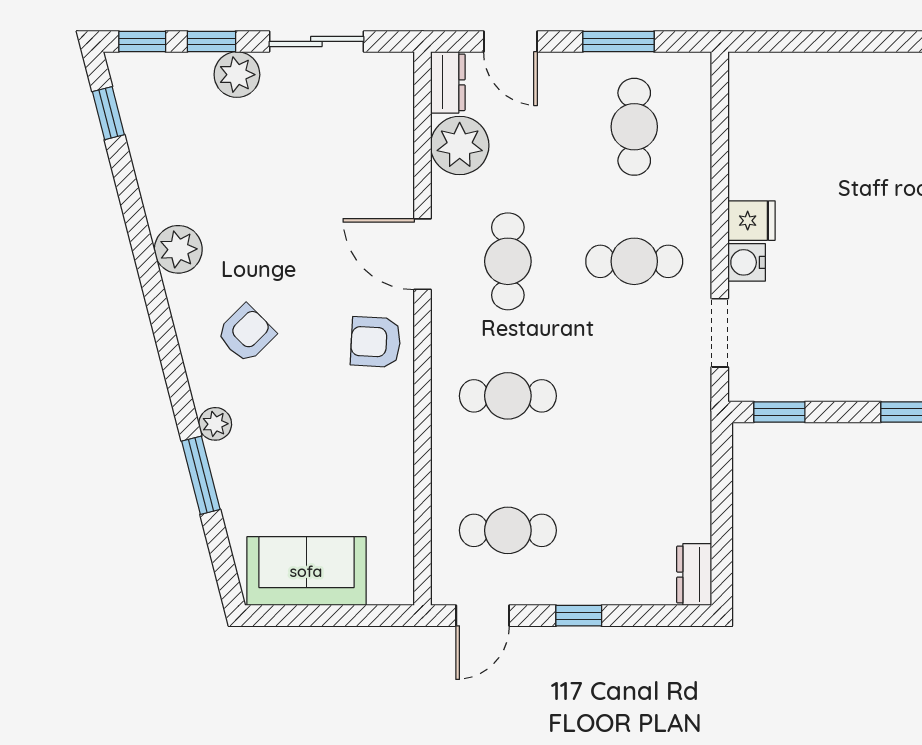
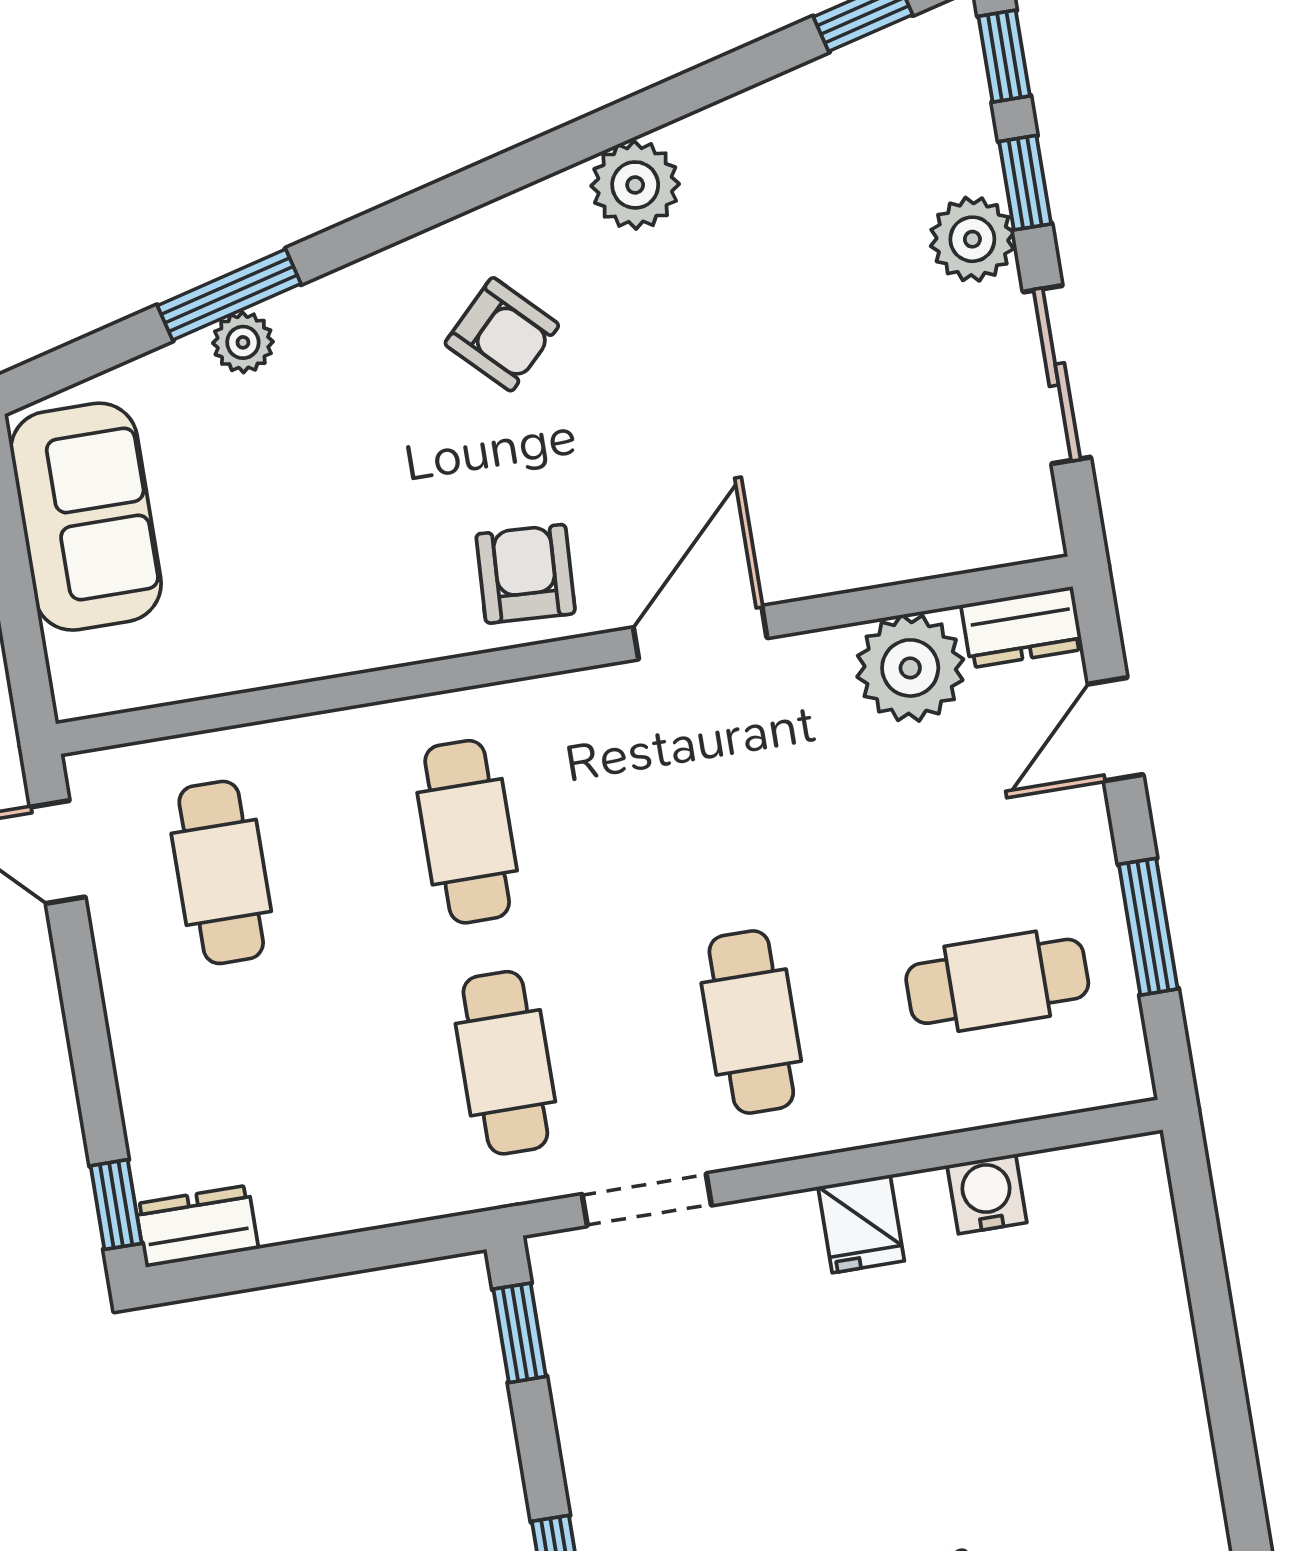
cafe table: (508, 261) -> (505, 1063), moved, turned 90
water cooler: (747, 262) -> (987, 1194), moved
plant: (215, 424) -> (243, 342), moved
window: (579, 616) -> (116, 1205), moved

